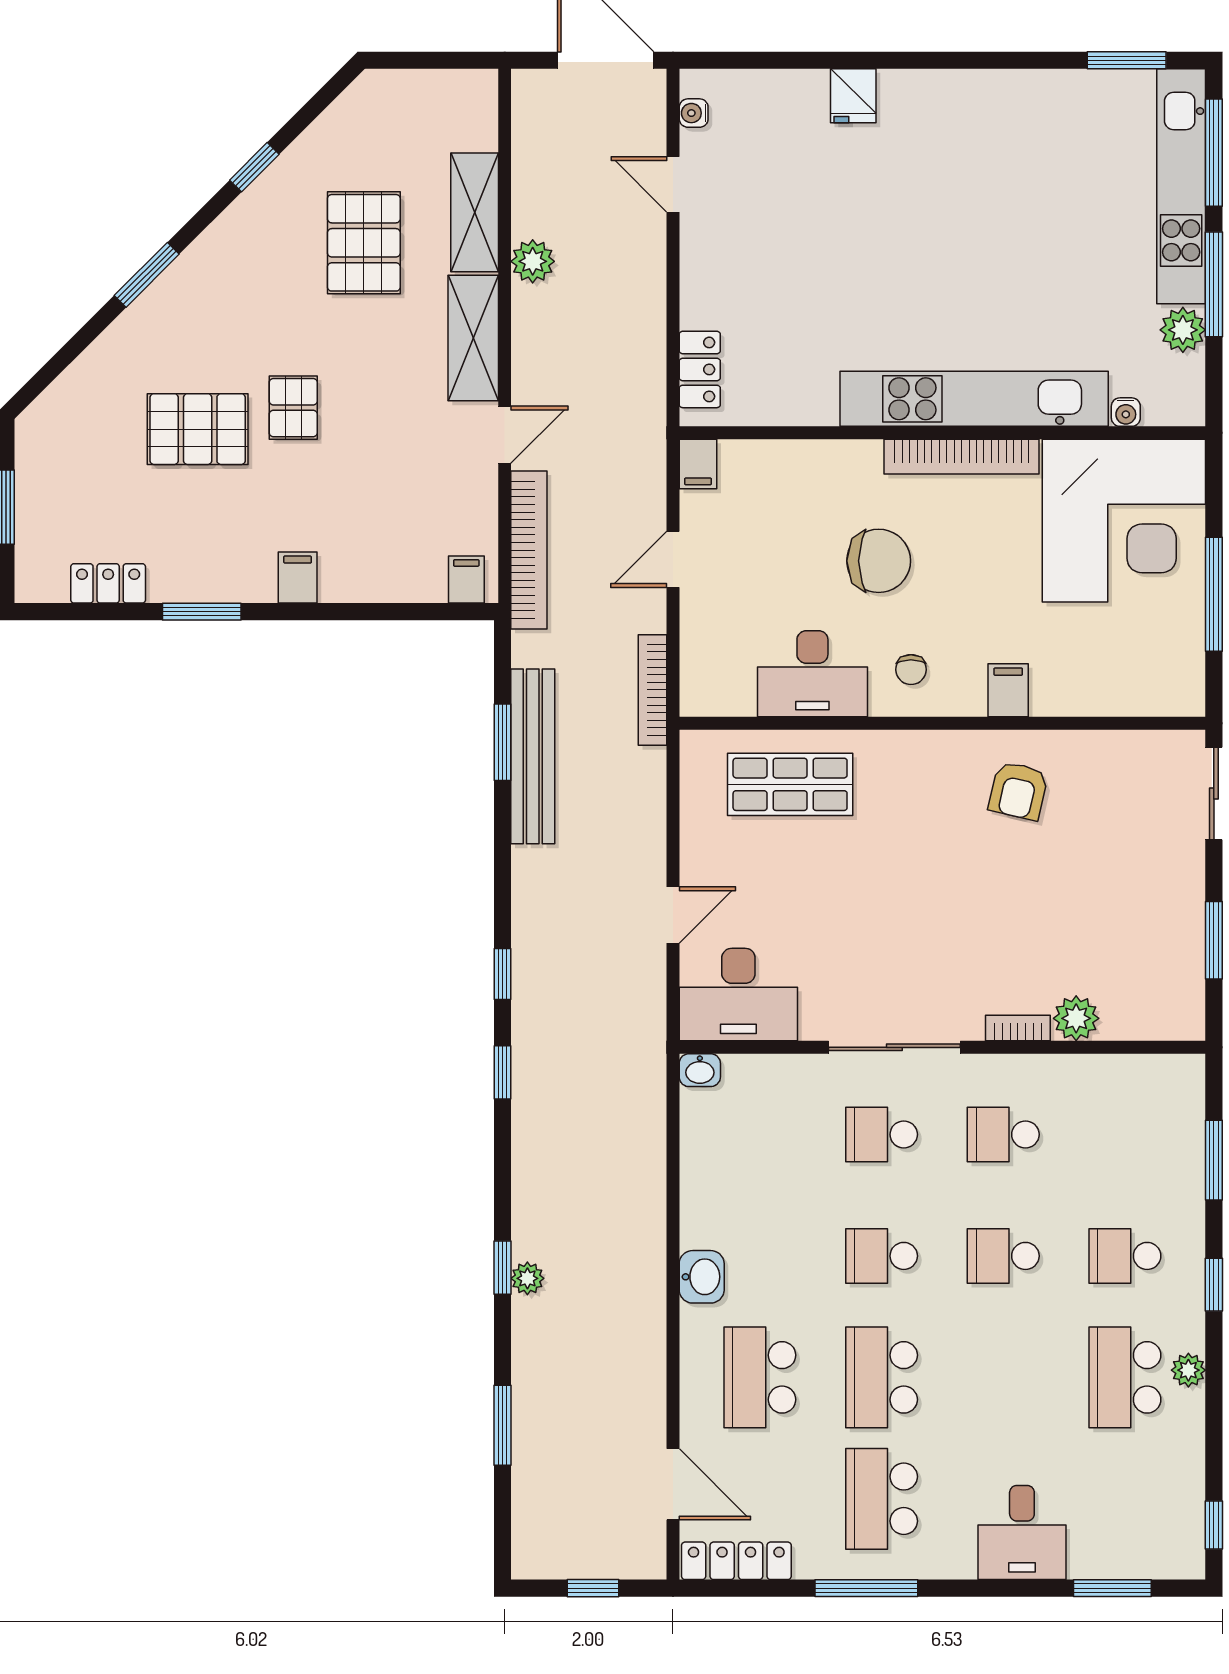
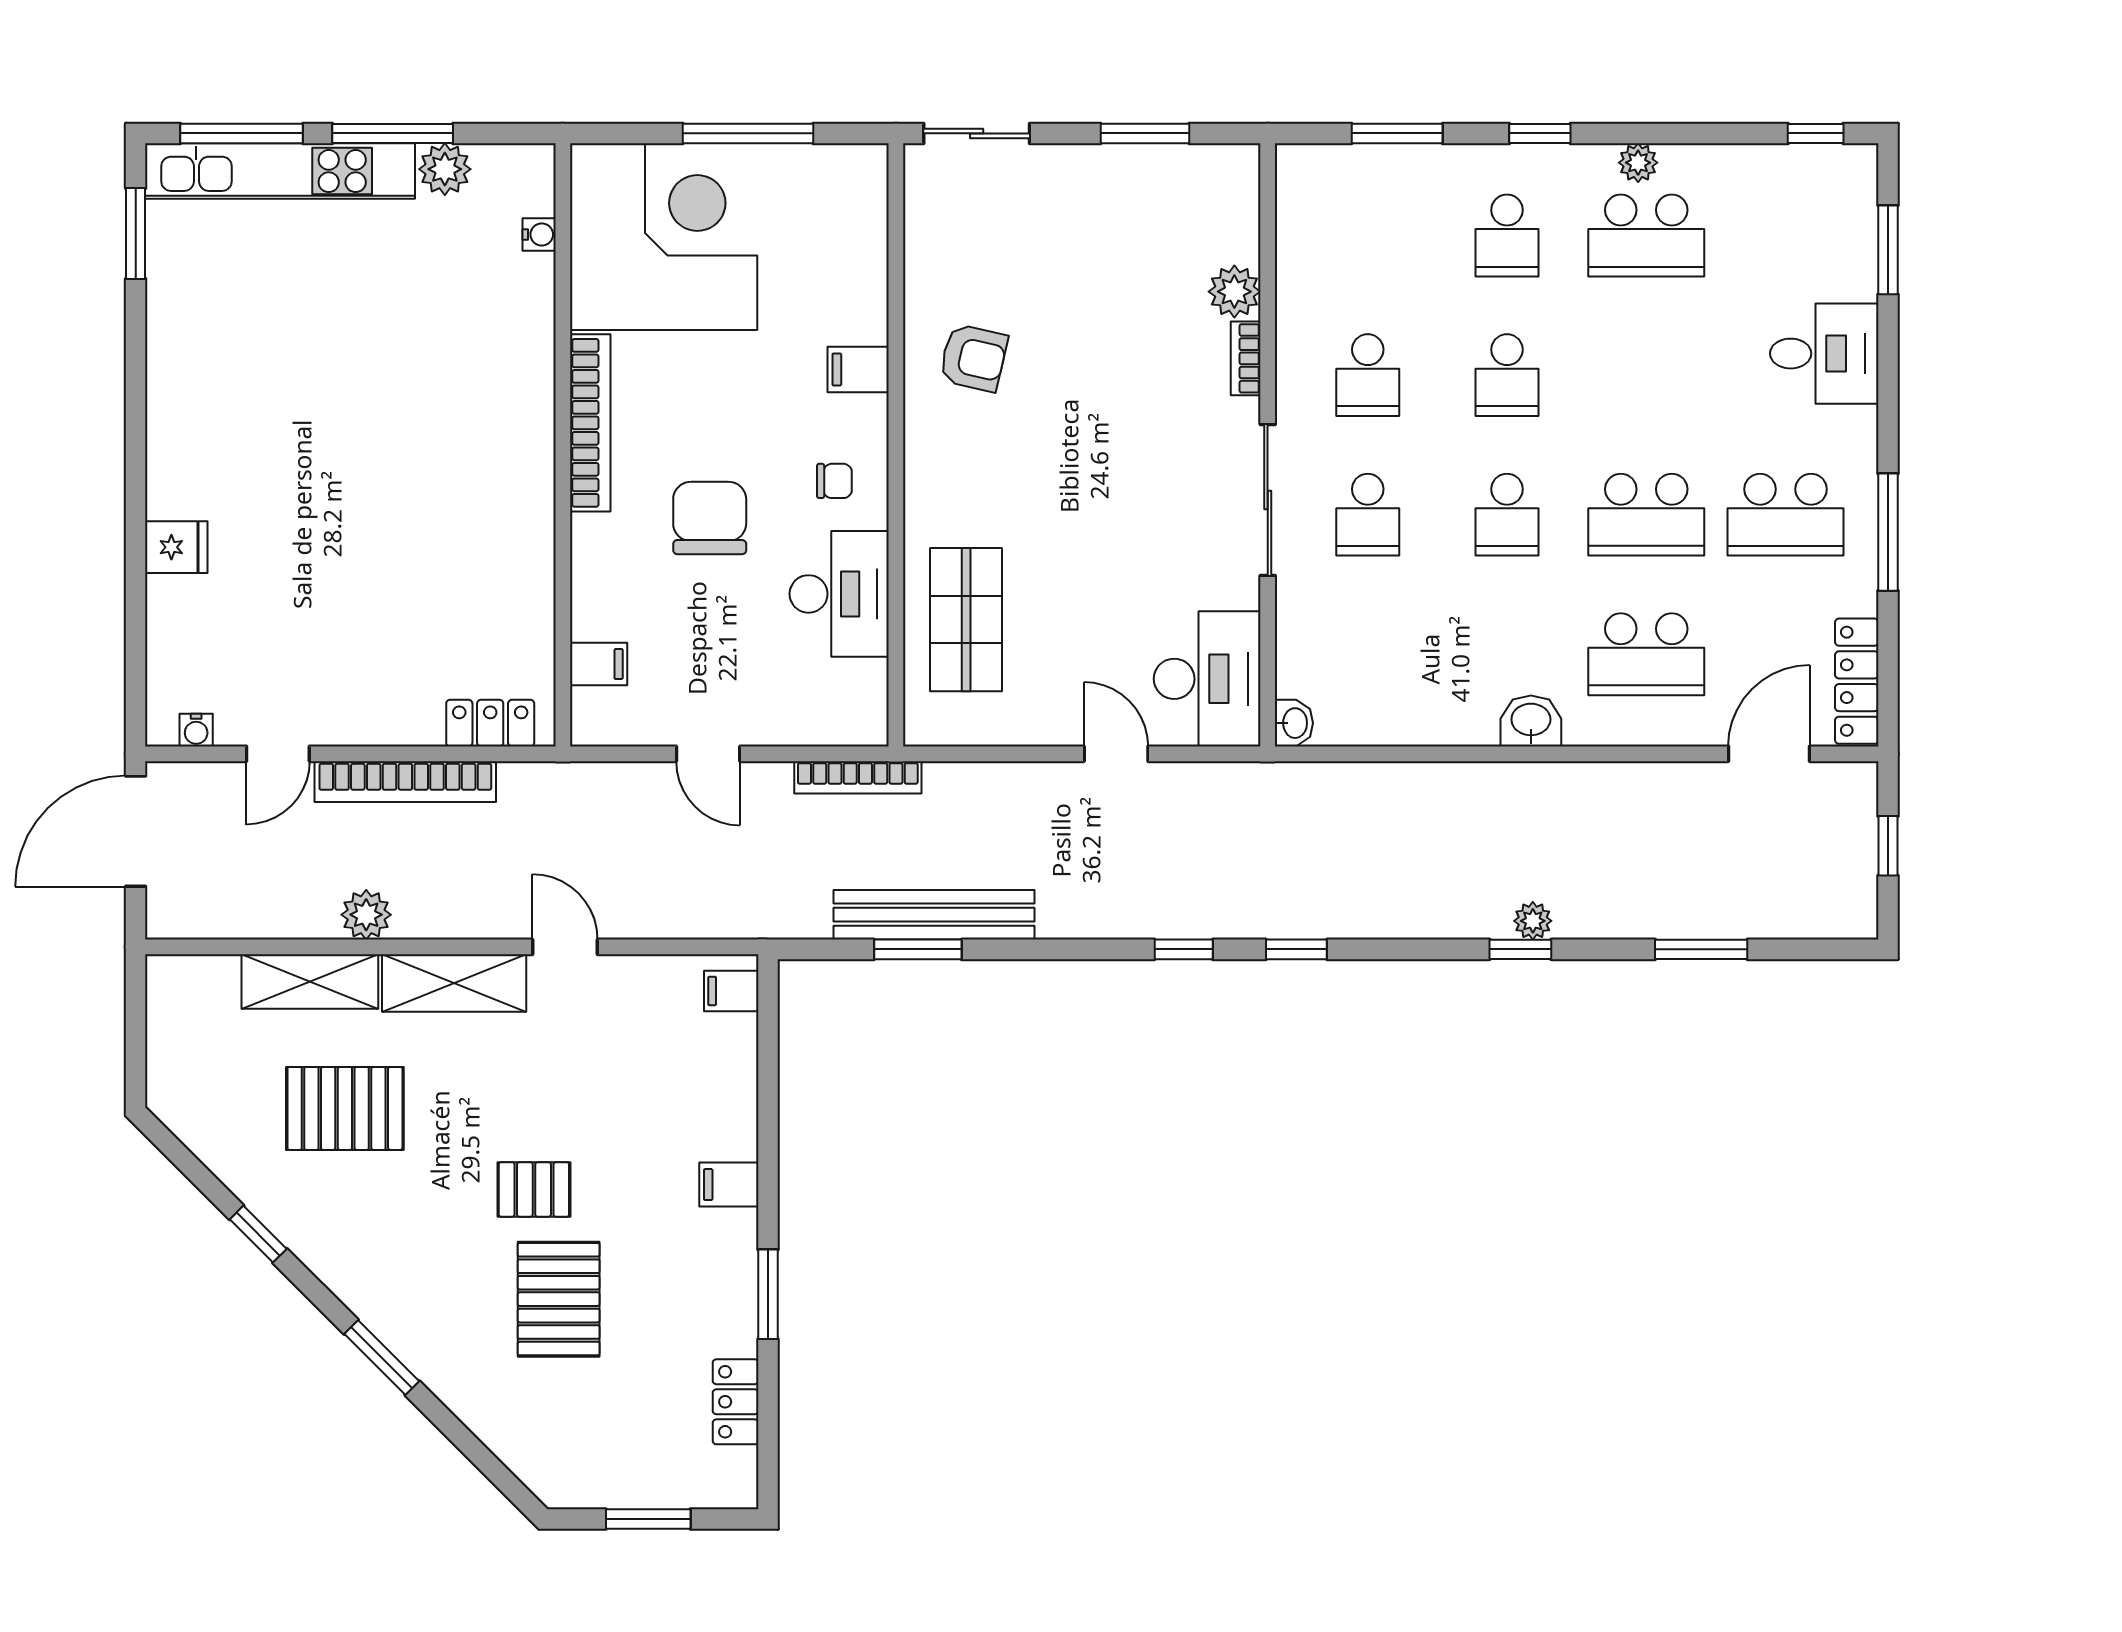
kitchen unit: (974, 399) -> (524, 409), removed
filing cabinet: (698, 464) -> (599, 664), moved
bookcase: (529, 550) -> (405, 782), moved, turned 180

